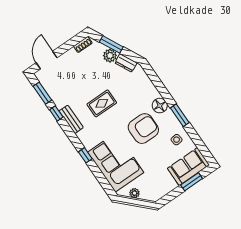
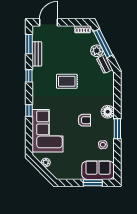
window: (111, 44) -> (103, 43), width x1.44
window: (56, 113) -> (29, 76), moved
bench: (71, 119) -> (37, 54), moved
armchair: (143, 129) -> (84, 120), width x0.53, depth x0.53

